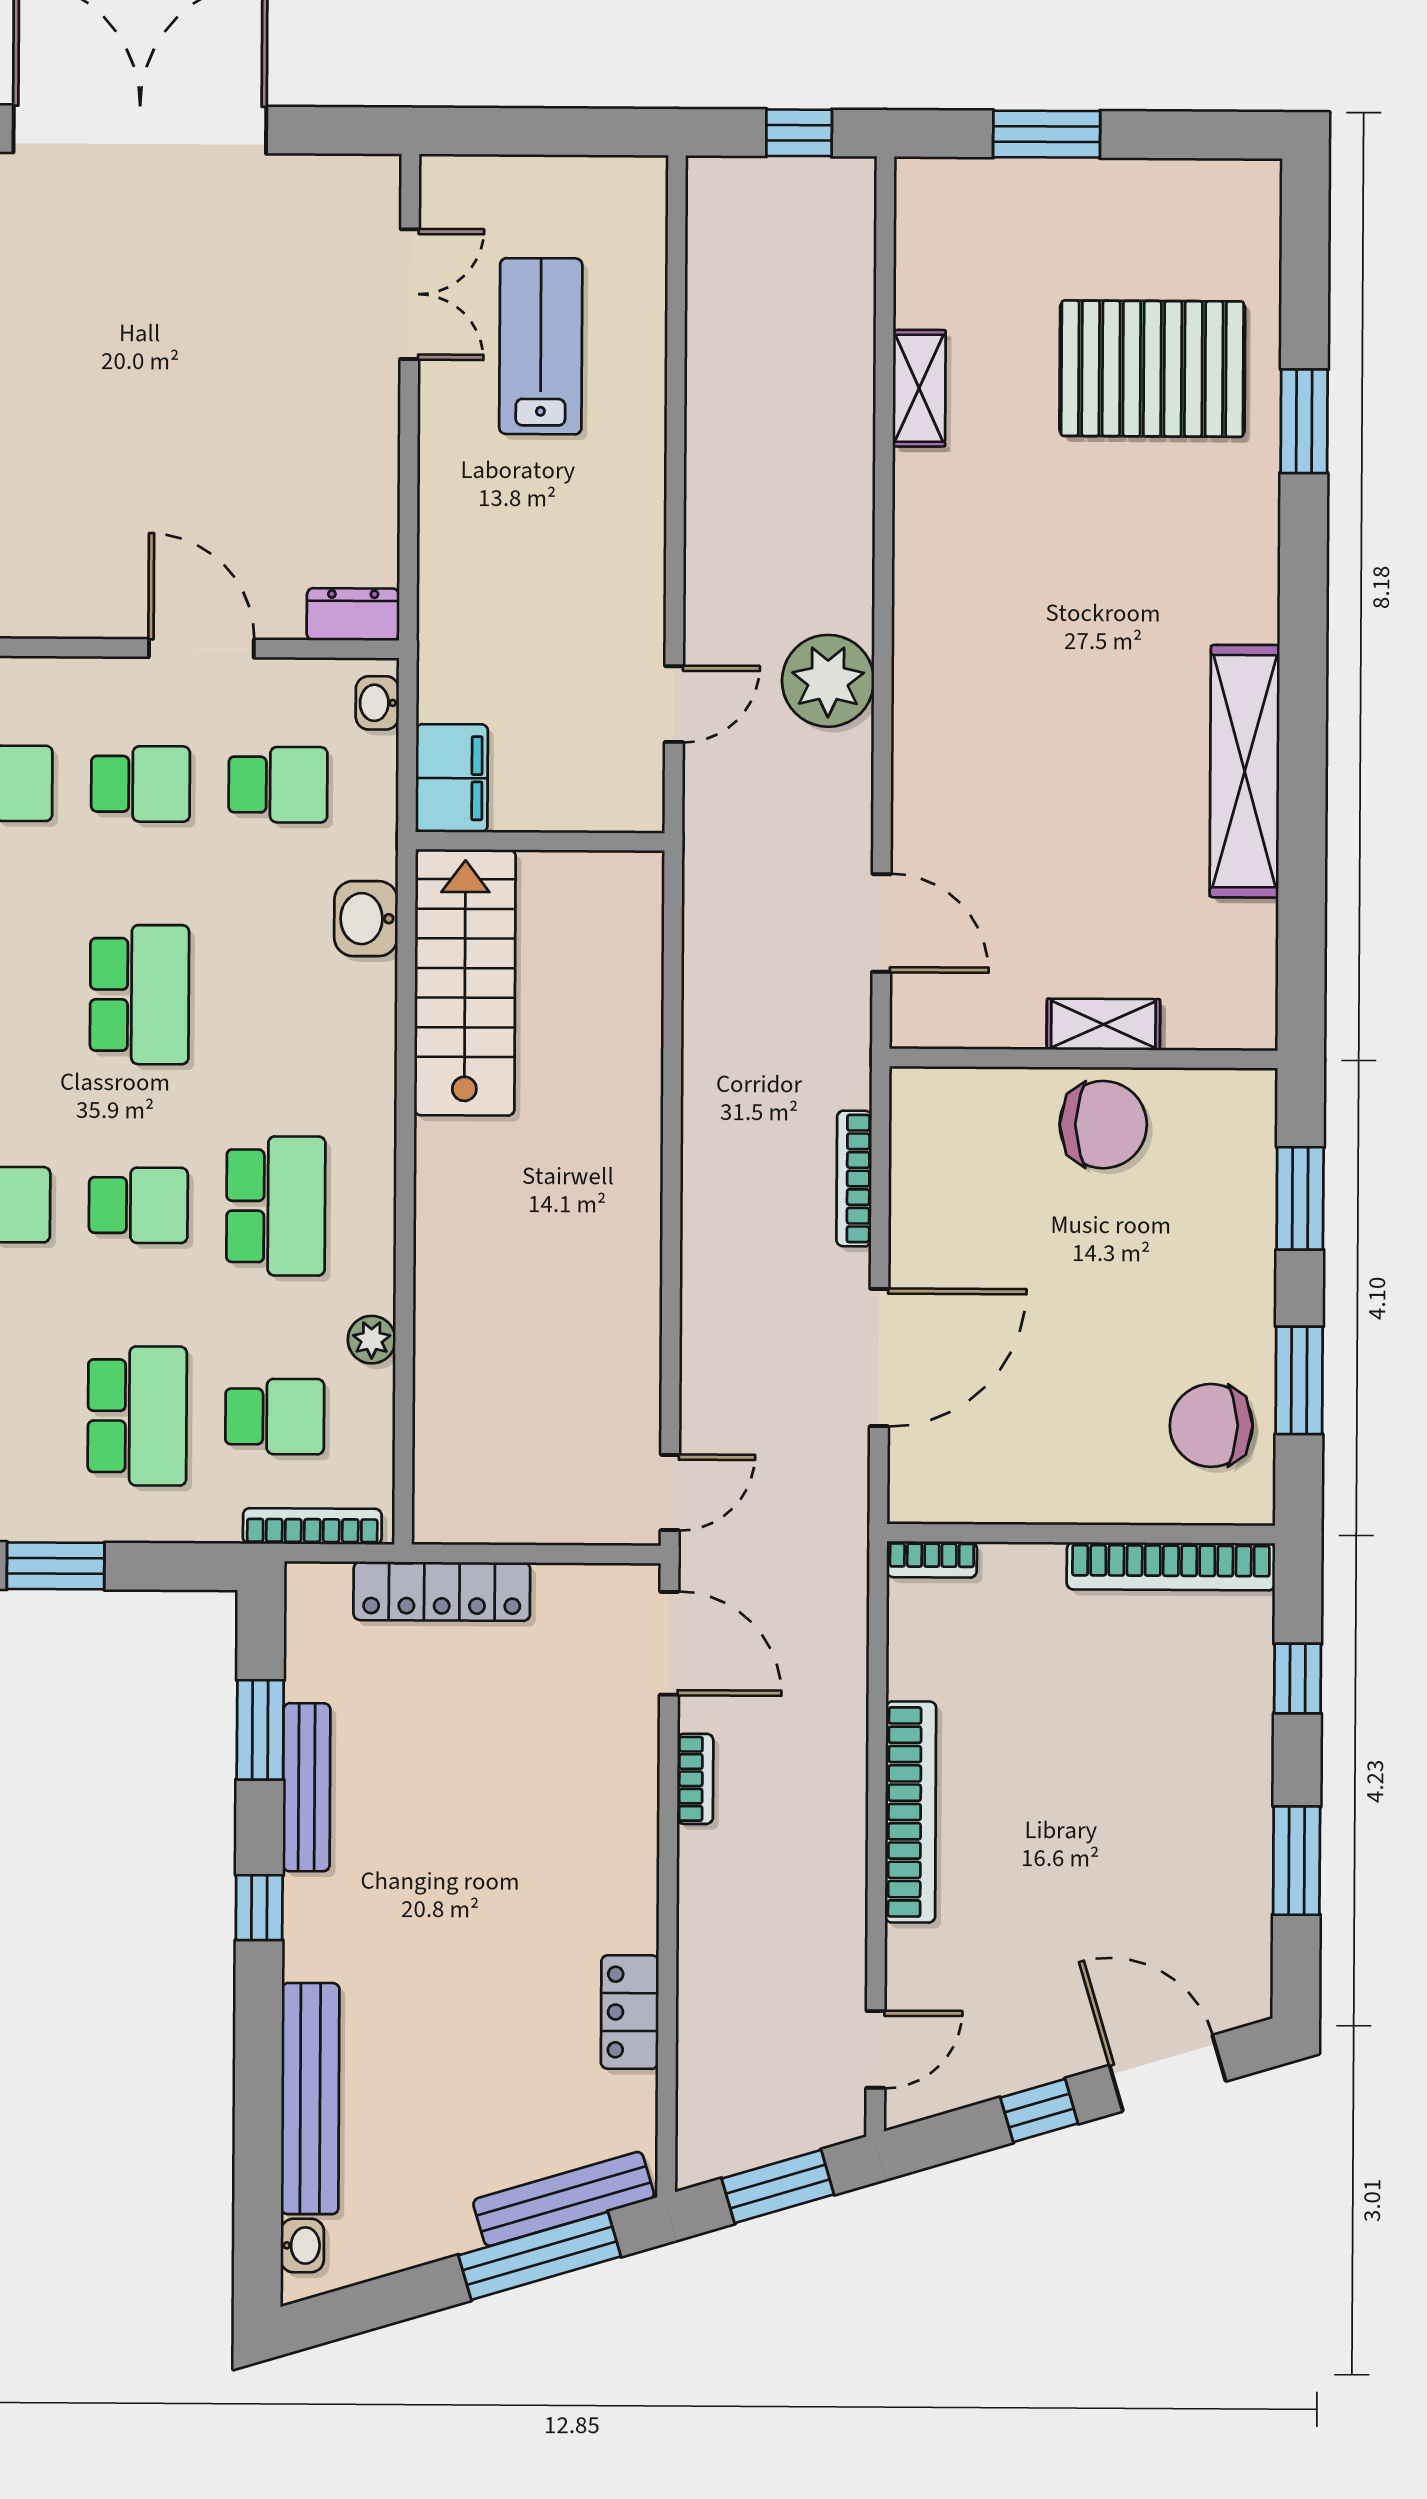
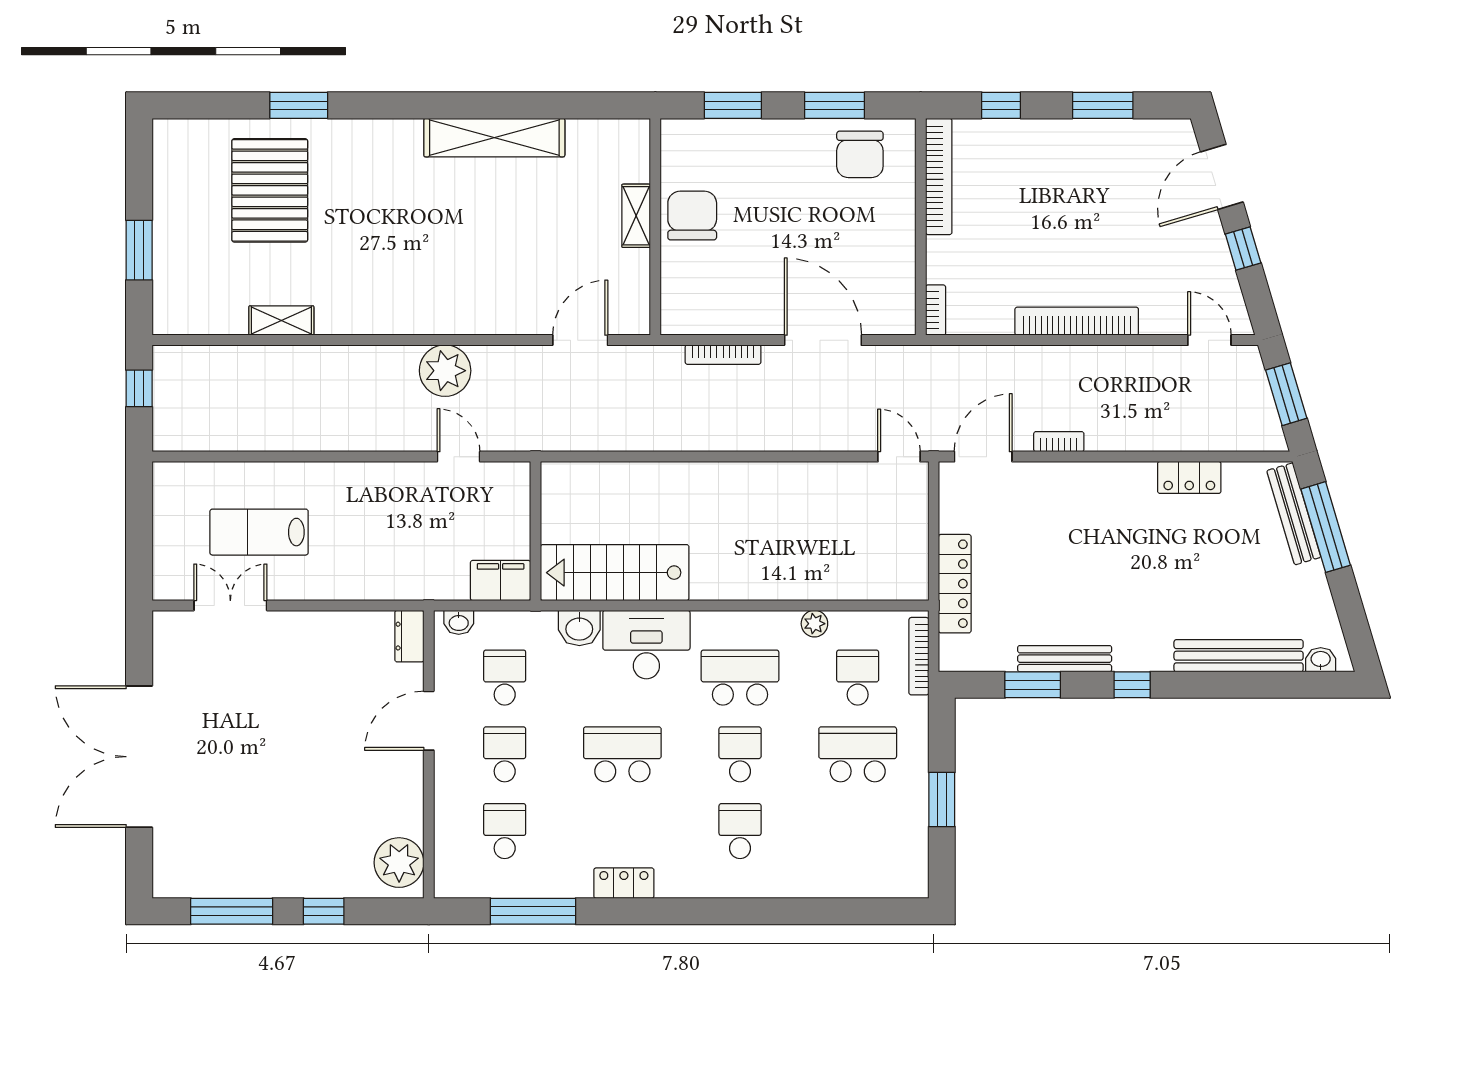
desk: (336, 1039) -> (646, 645), added

